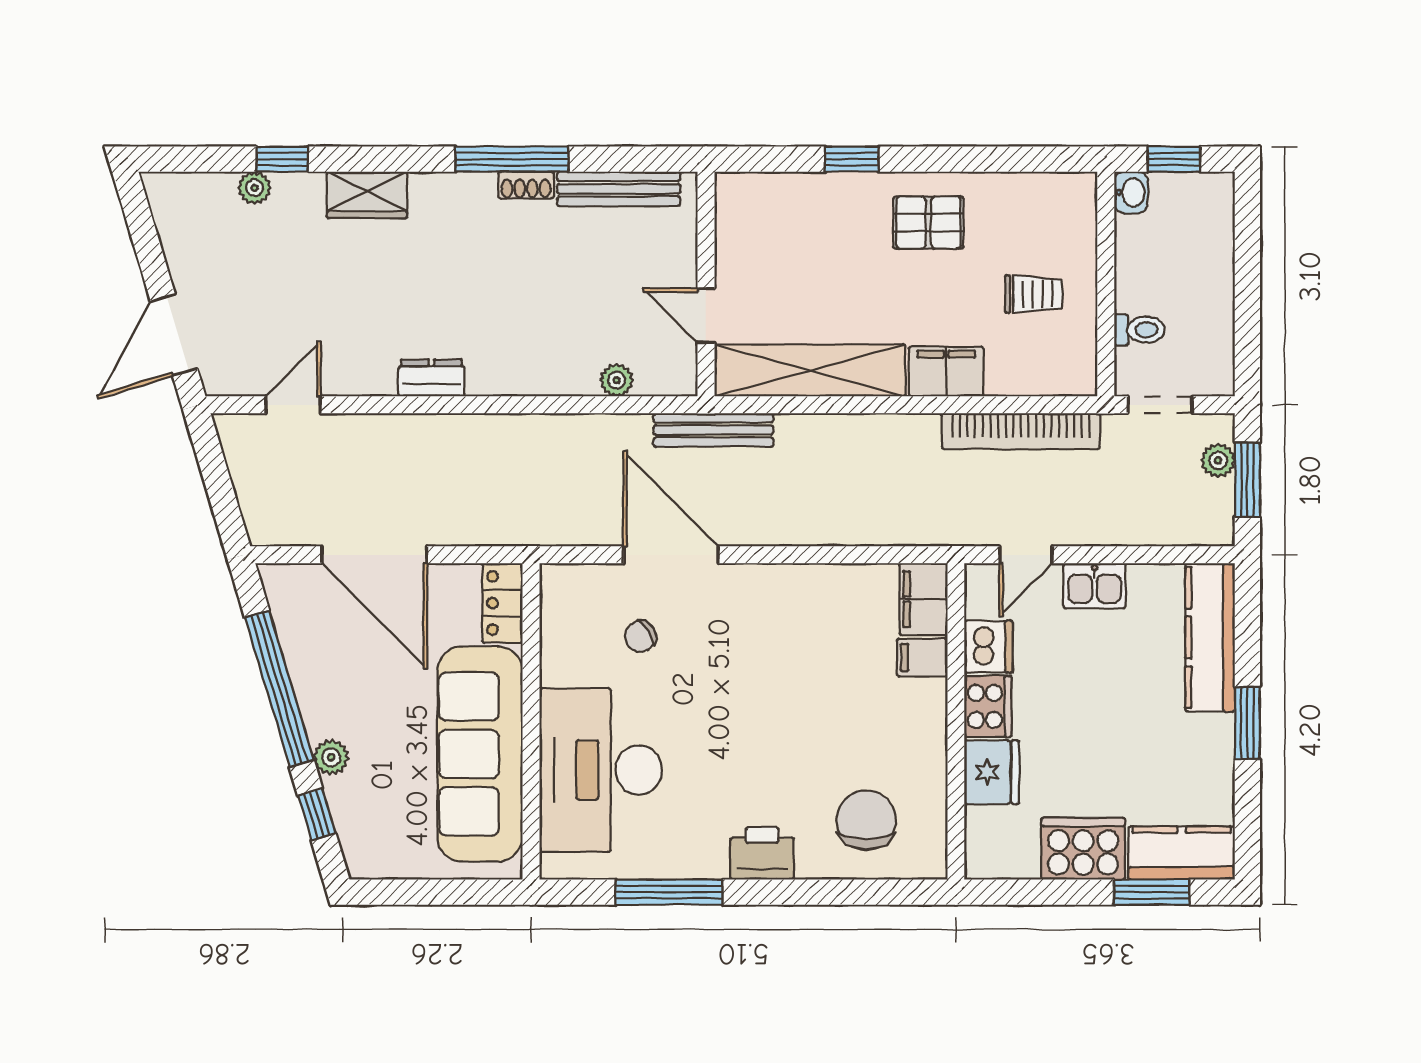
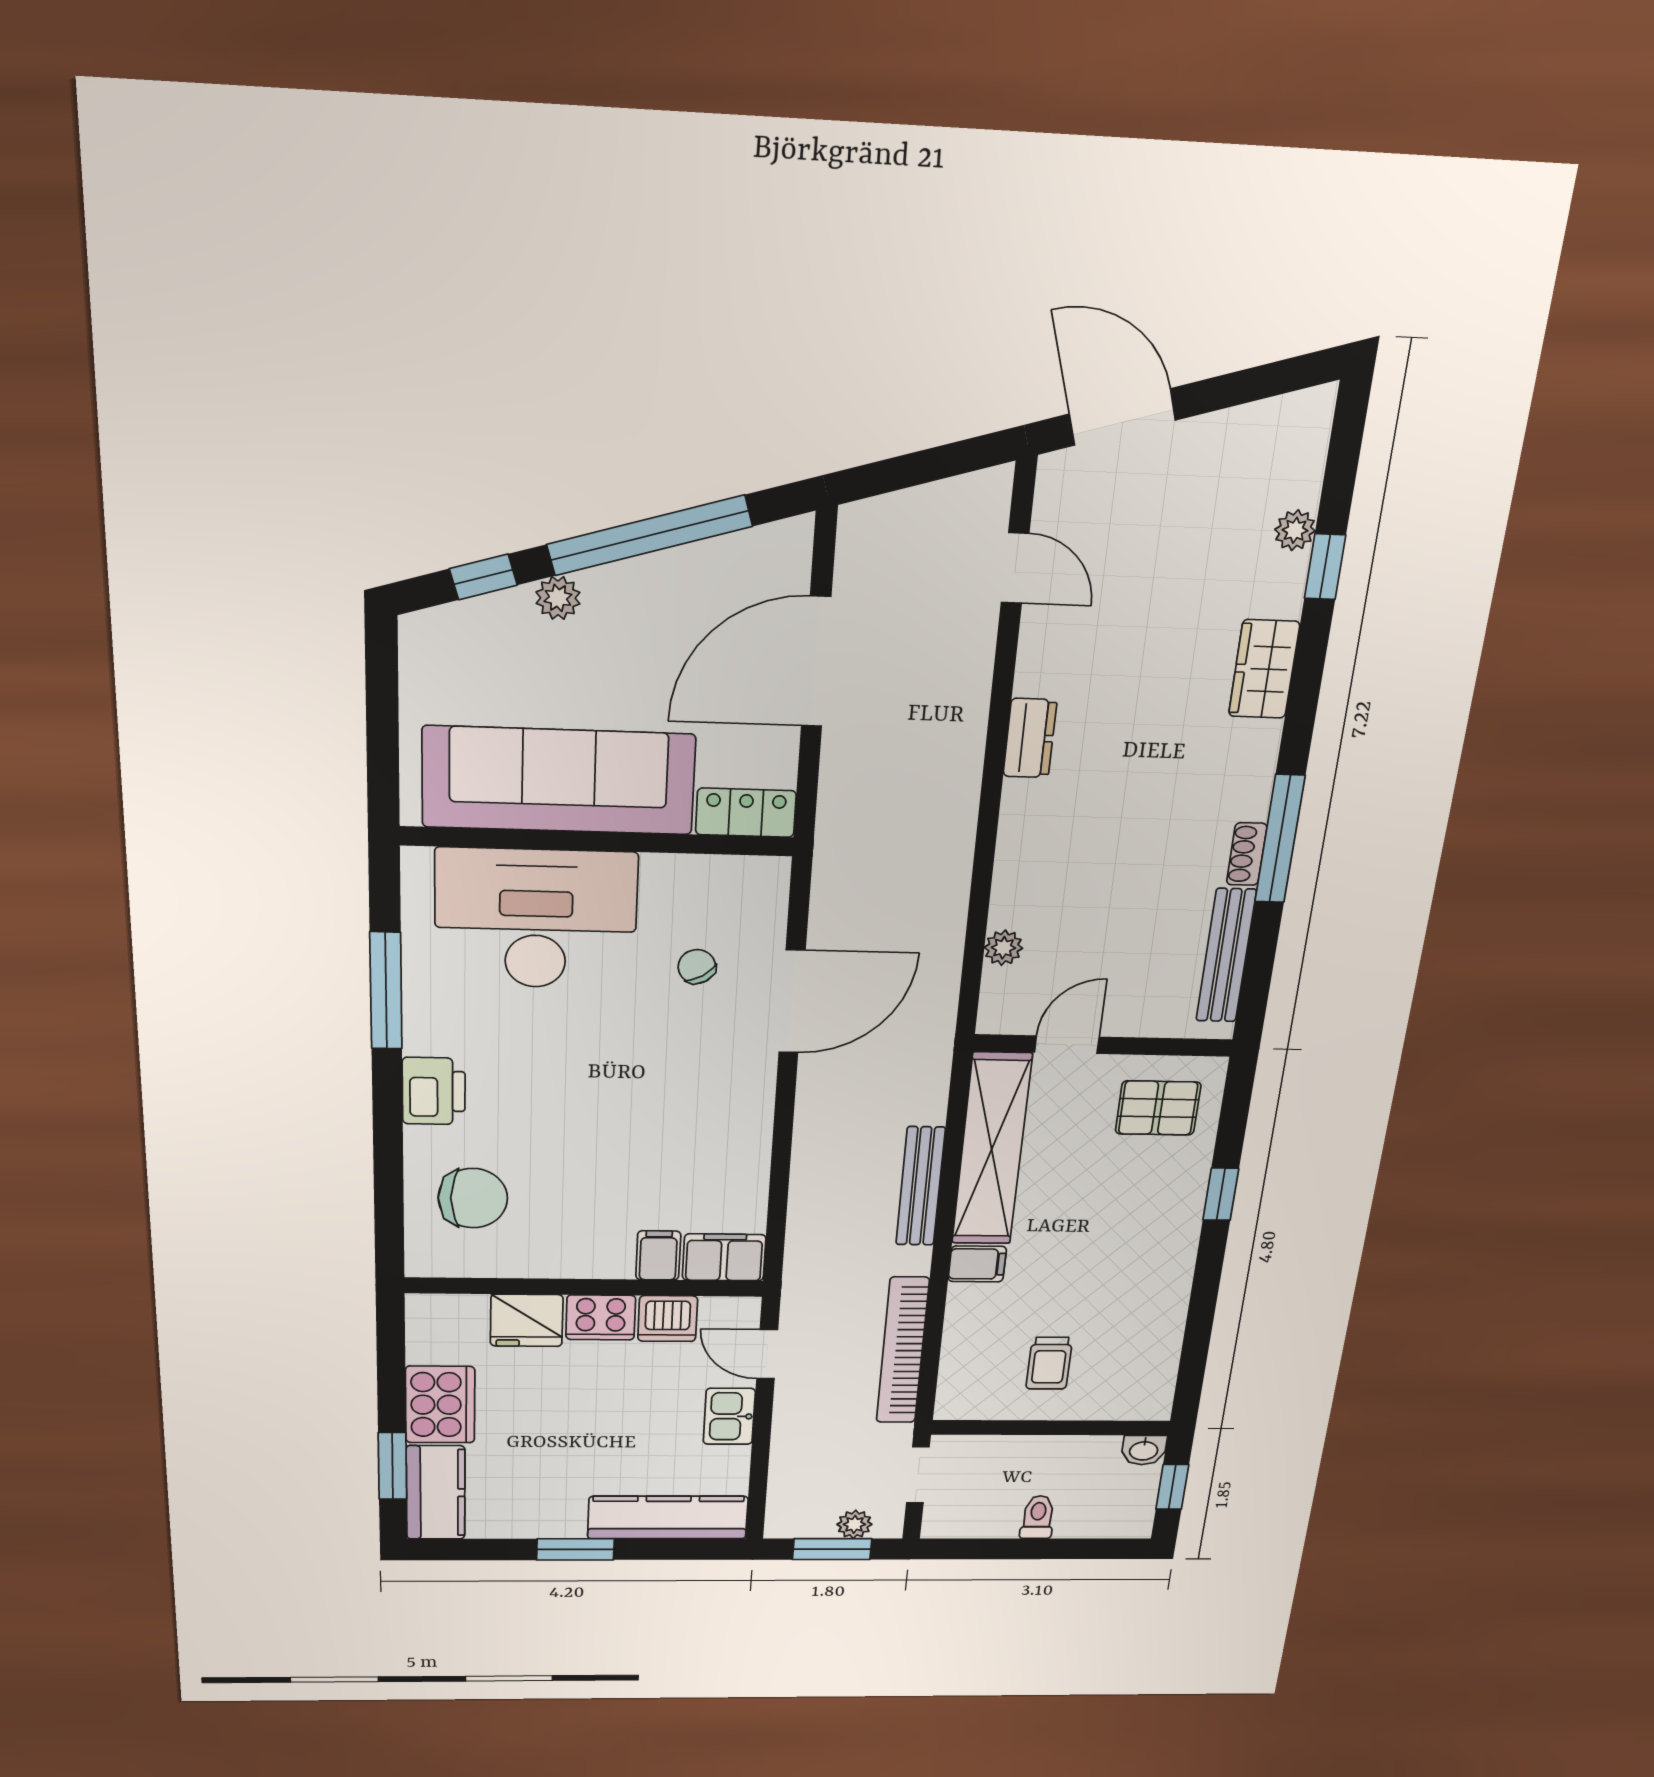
pallet: (928, 223) -> (1158, 1108), moved, turned 90
toilet: (1139, 330) -> (1038, 1517), moved, turned 180
filing cabinet: (946, 372) -> (977, 1264), width x0.50
bench: (713, 430) -> (921, 1186), moved

